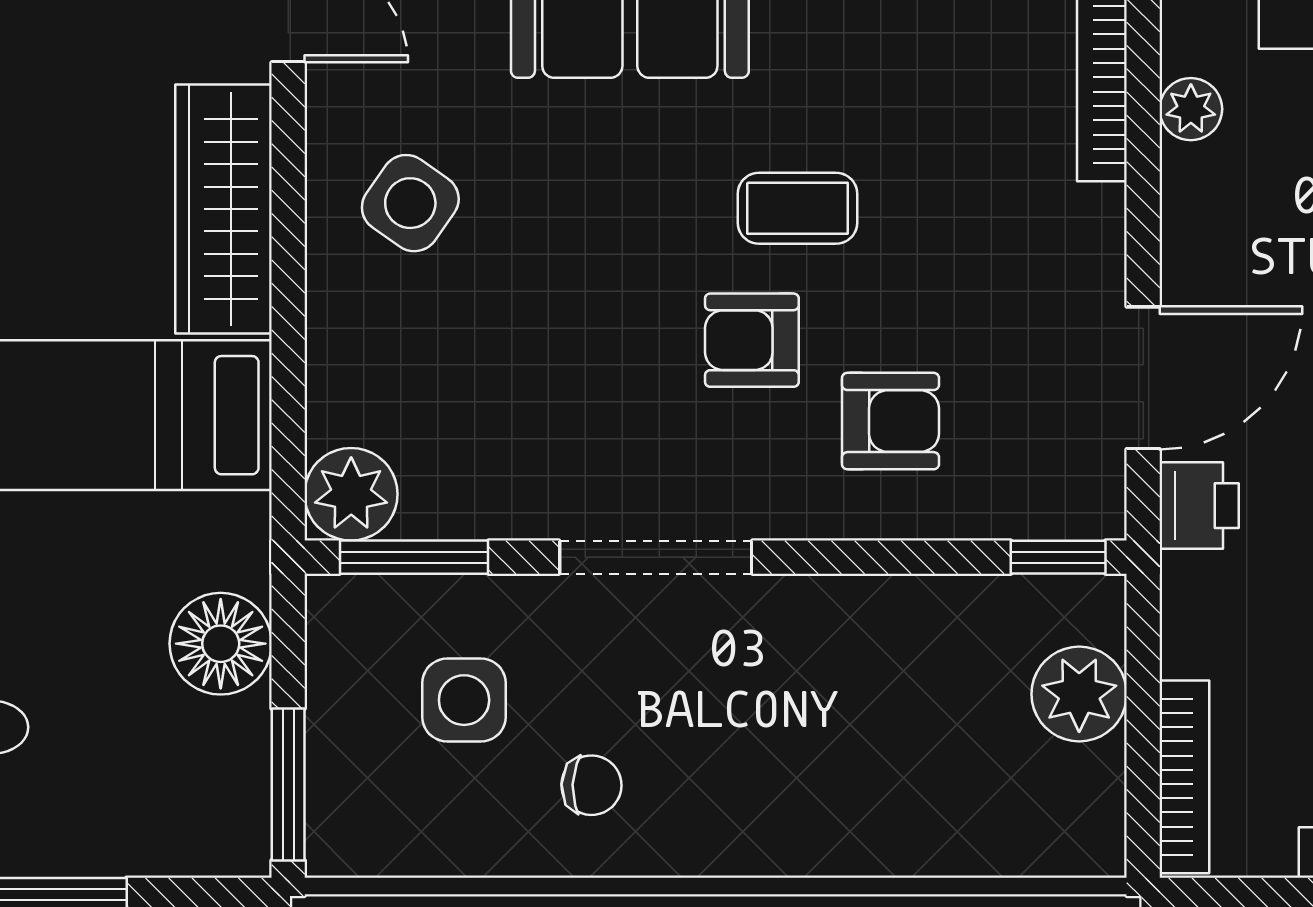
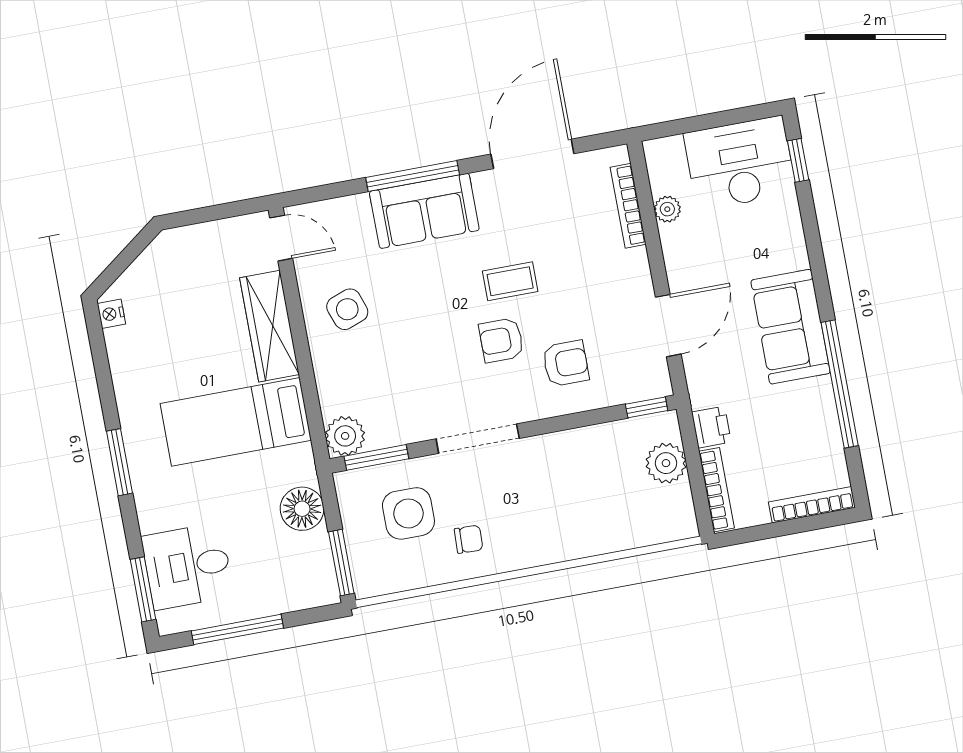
side table: (410, 203) -> (347, 309), turned 35
printer: (1199, 506) -> (711, 427), moved
side table: (464, 700) -> (408, 513), width x1.37, depth x1.37

